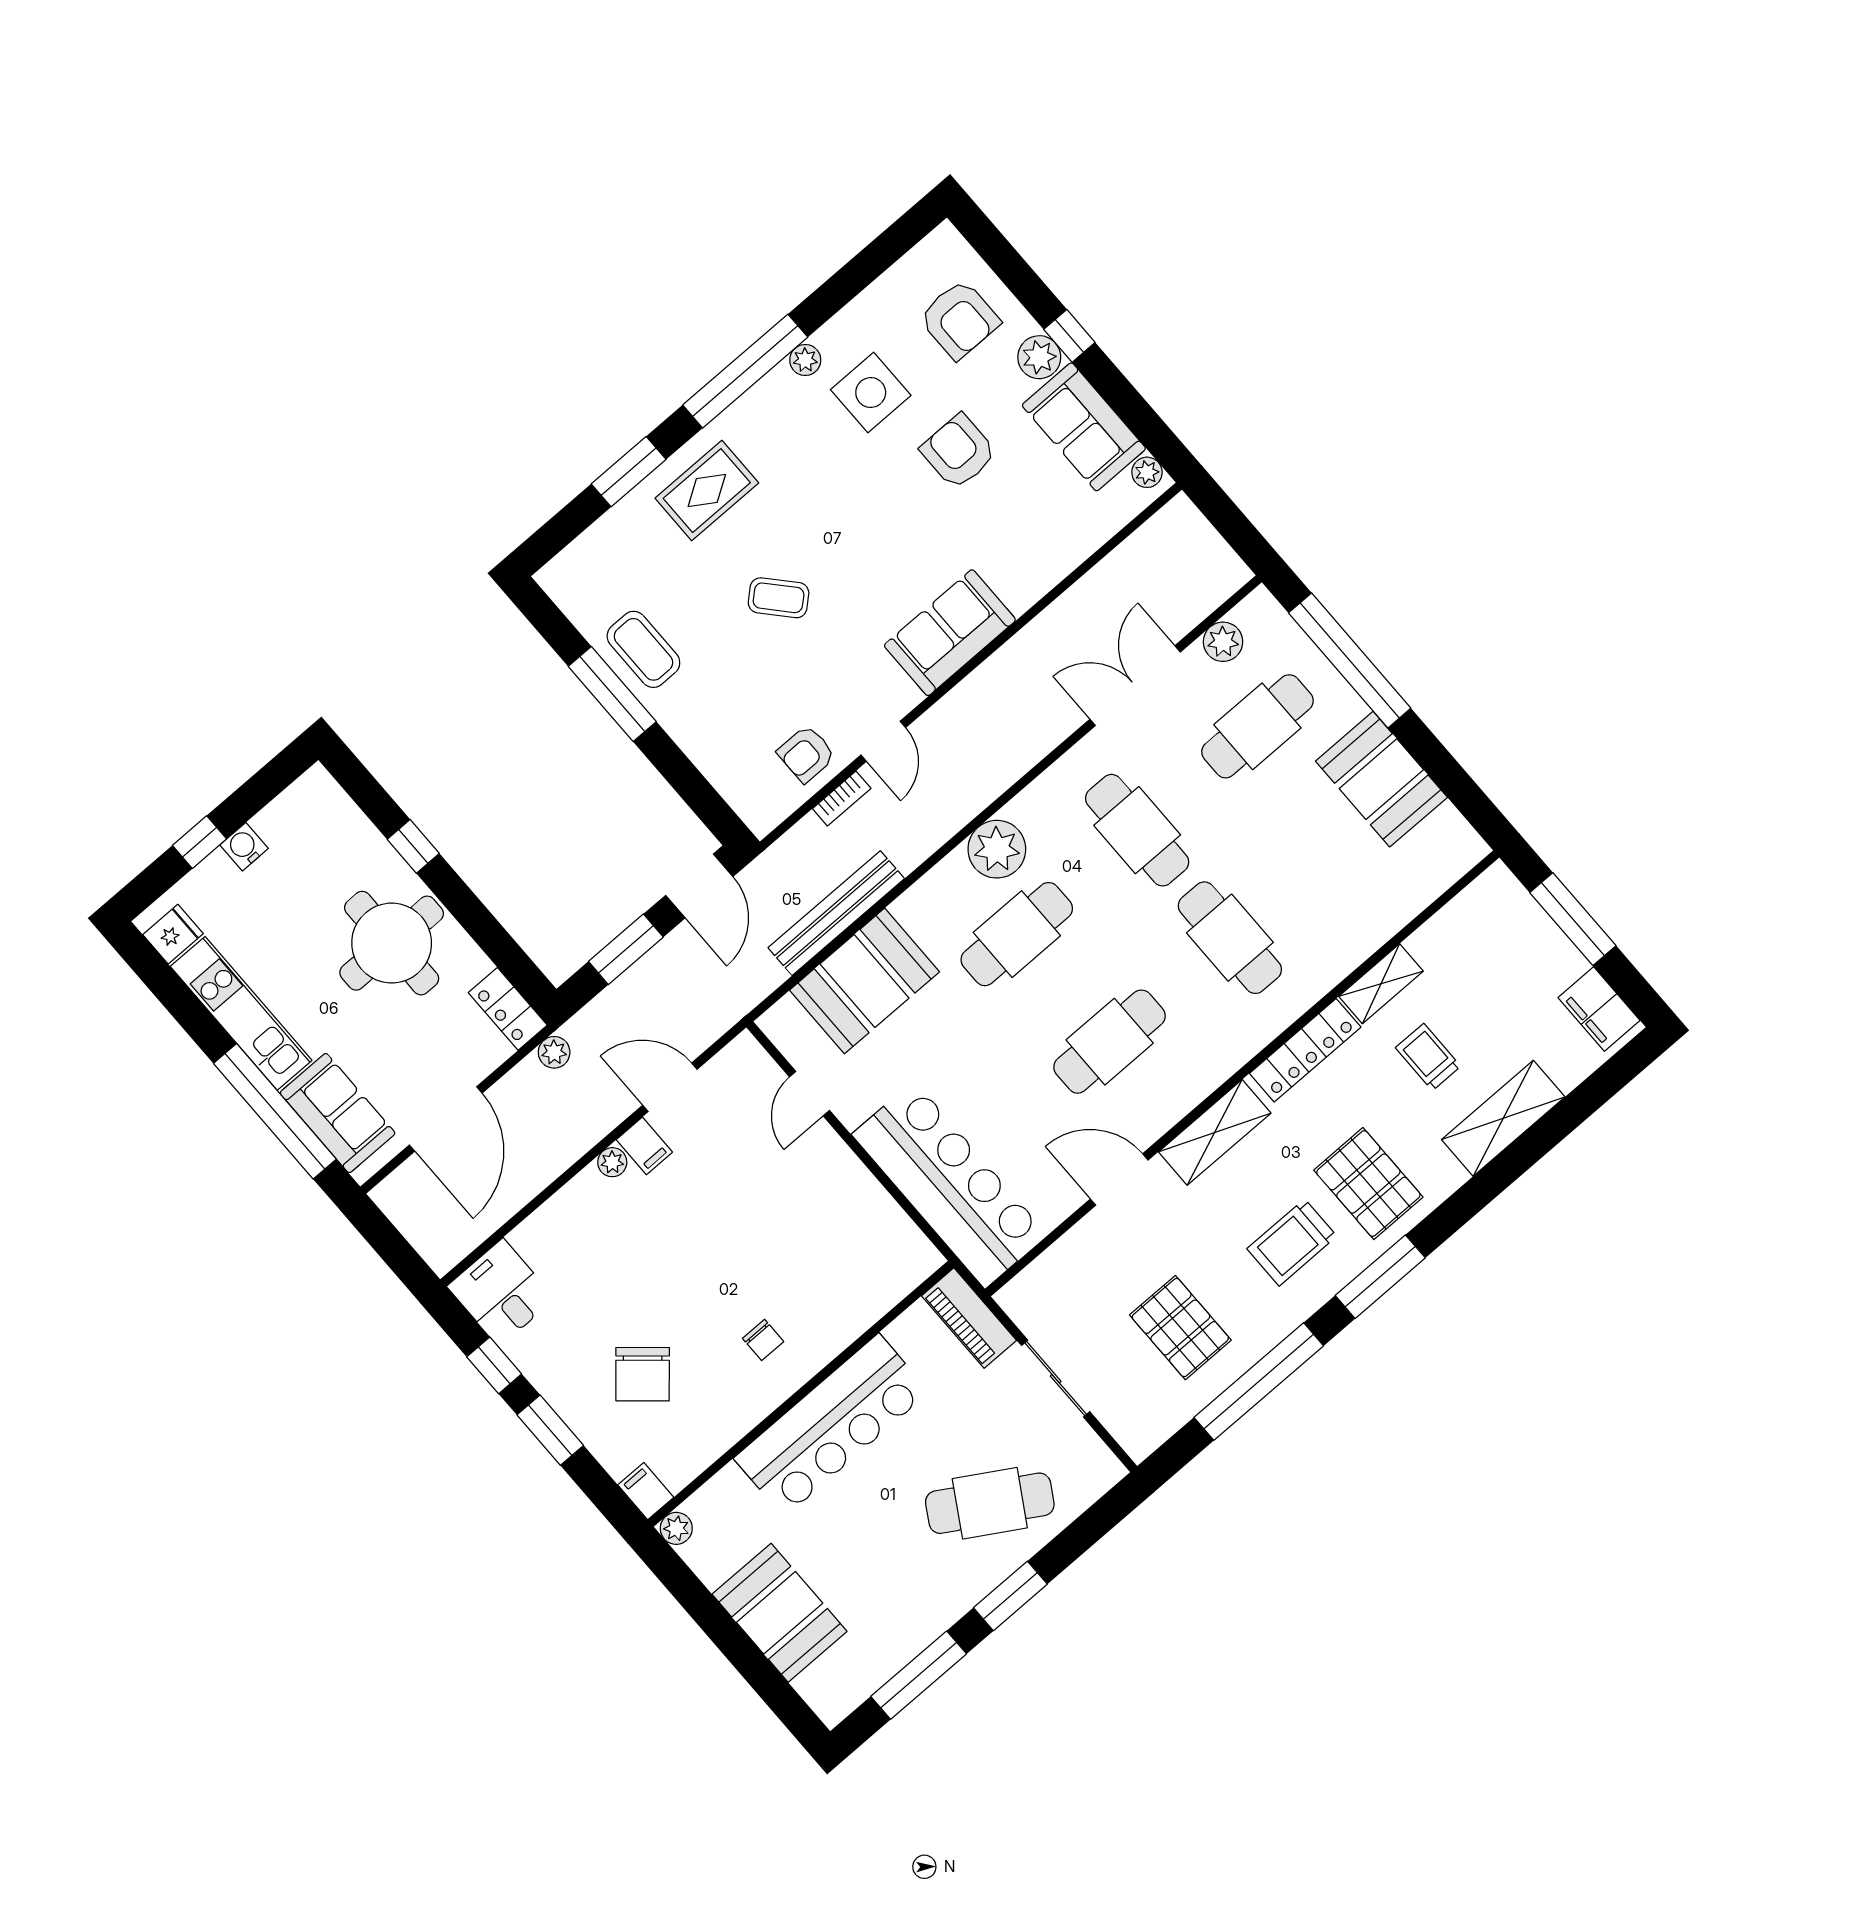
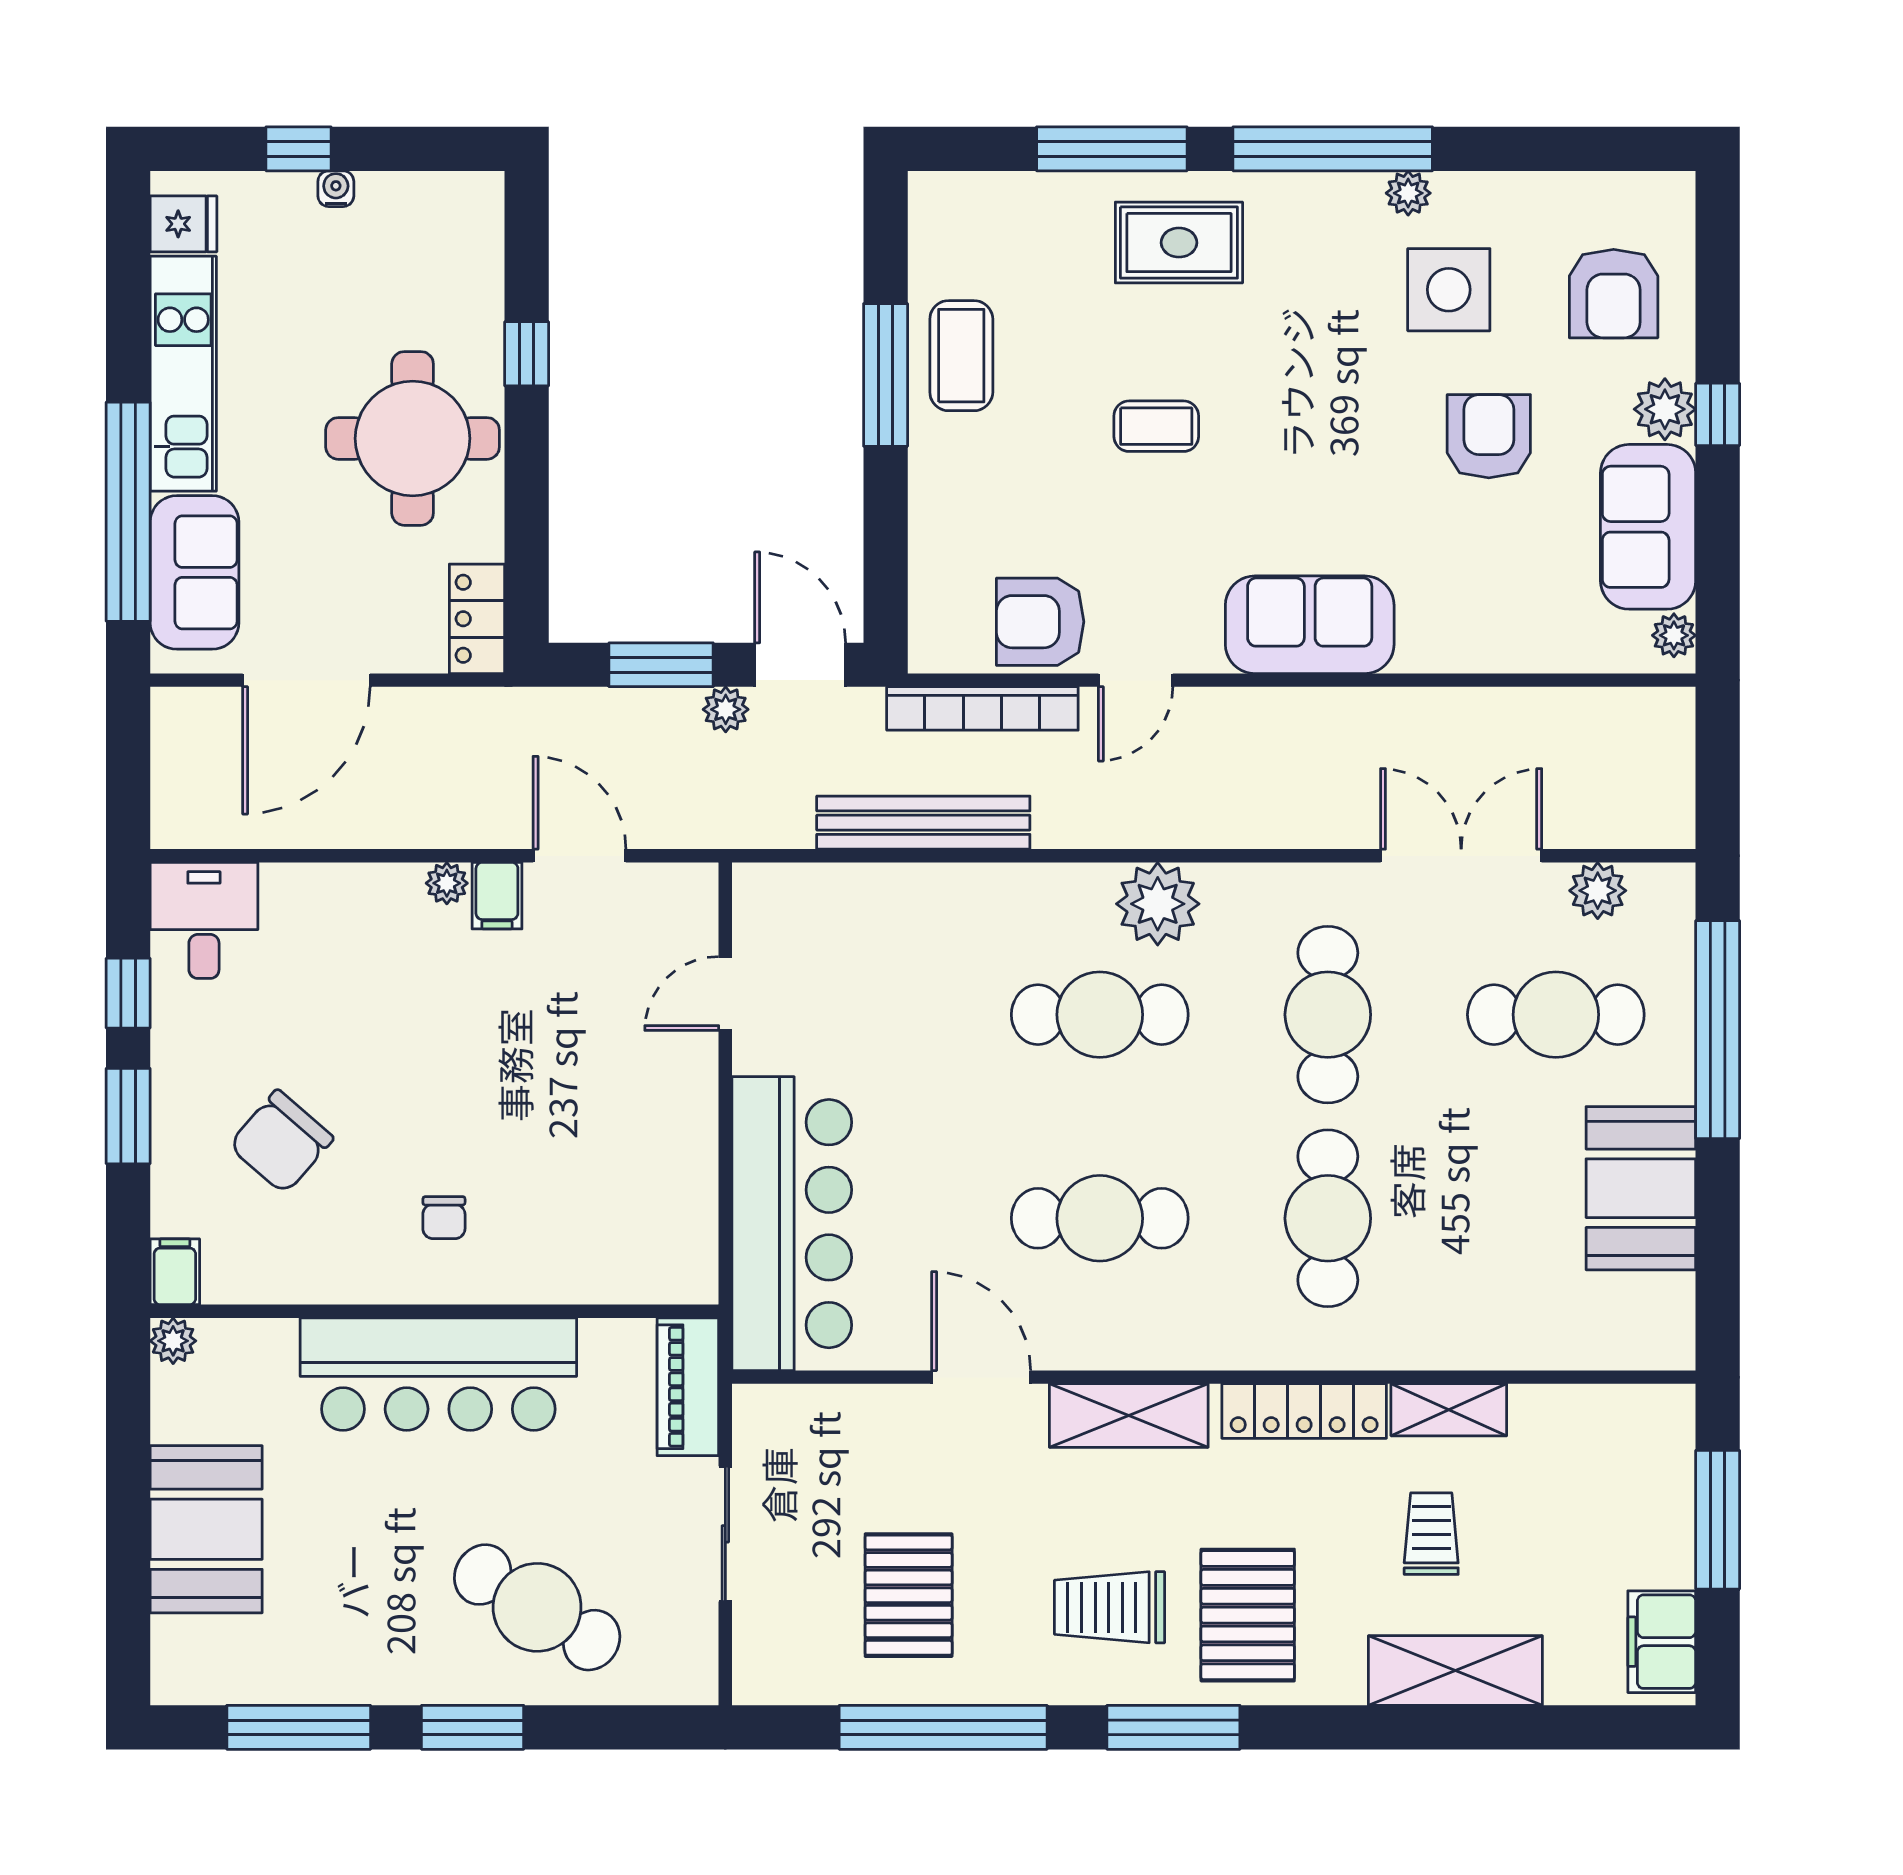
window: (629, 472) -> (1112, 149), width x1.44
coffee table: (779, 598) -> (1156, 426), turned -48
armchair: (806, 754) -> (1040, 622), width x1.38, depth x1.38
bookcase: (842, 798) -> (982, 708), width x2.31, depth x1.31
water cooler: (244, 847) -> (336, 189), width x0.72, depth x0.72
door: (699, 886) -> (800, 665), swing flipped
booth: (864, 981) -> (890, 923), removed
plant: (554, 1052) -> (726, 709), moved

